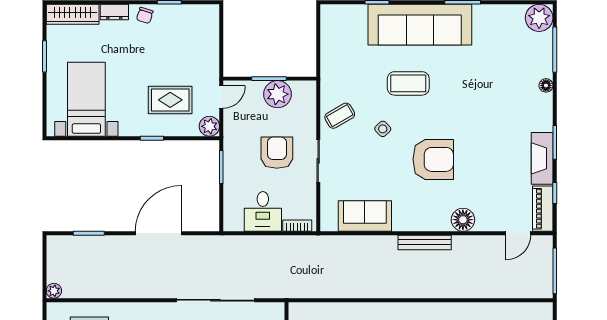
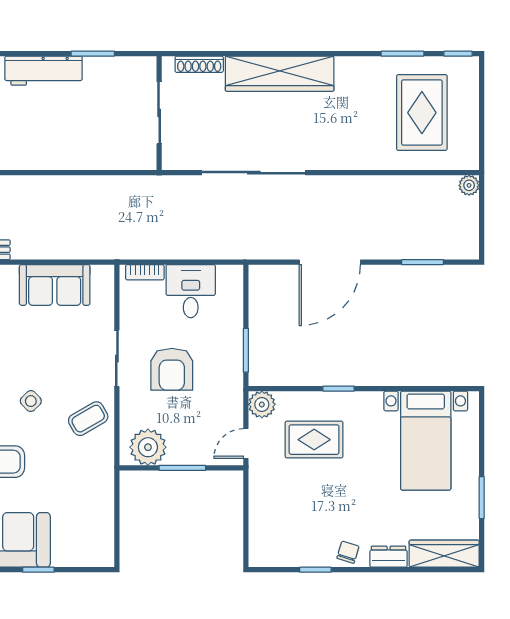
plant: (278, 94) -> (148, 447), moved

